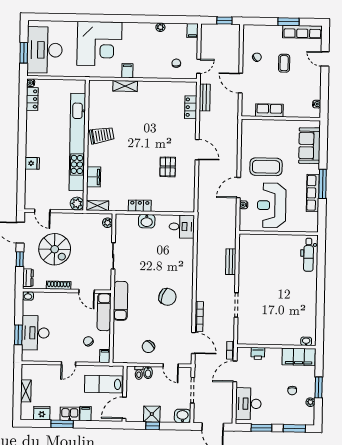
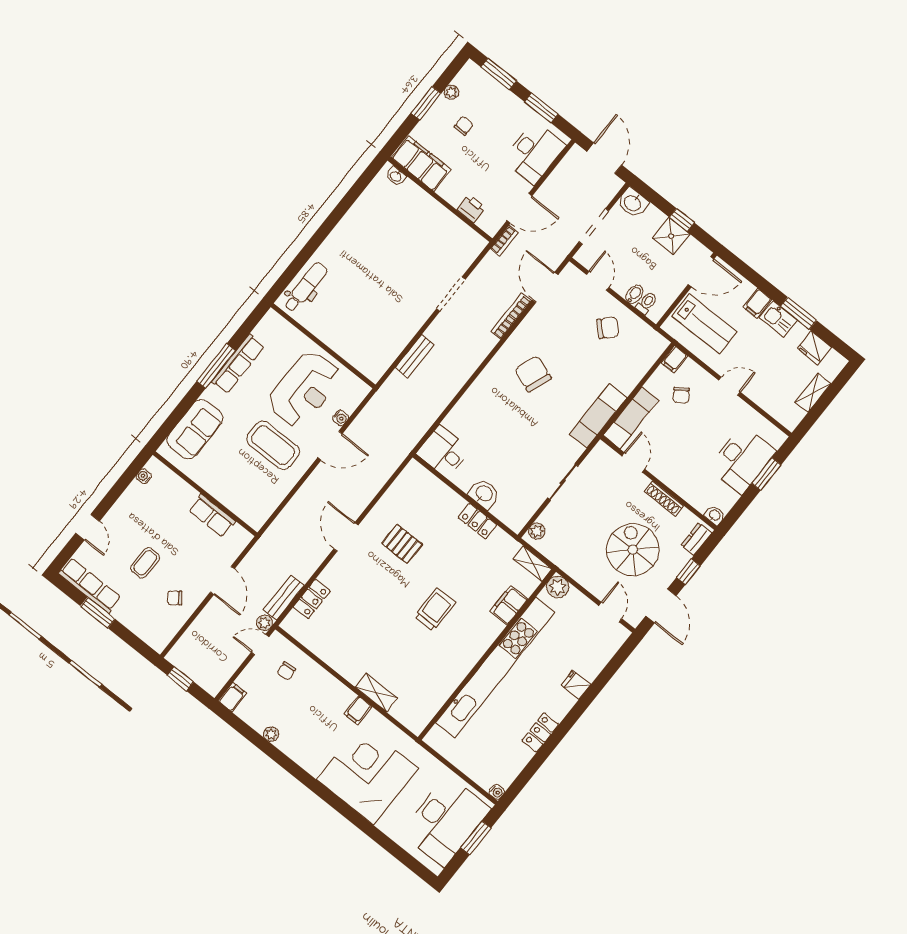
plant: (205, 78) -> (264, 623), added
locker: (32, 99) -> (540, 732), moved
trolley: (102, 135) -> (435, 610), moved, turned 101
pallet: (168, 167) -> (402, 544), turned 90

